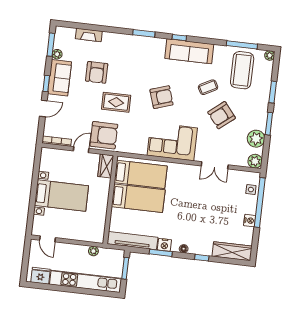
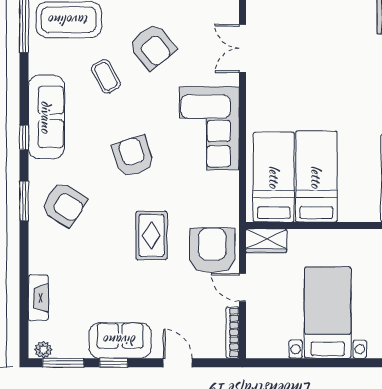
plant: (57, 54) -> (43, 350), moved
armchair: (97, 72) -> (64, 204), moved, turned 33
window: (46, 84) -> (114, 363), moved
double door: (215, 165) -> (242, 48), swing flipped

